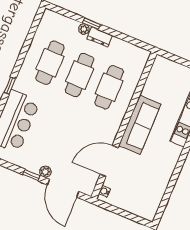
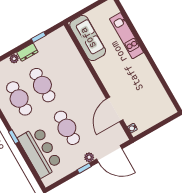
window: (91, 24) -> (38, 37), moved
cafe table: (109, 87) -> (67, 128), moved
sofa: (140, 125) -> (88, 38), moved

